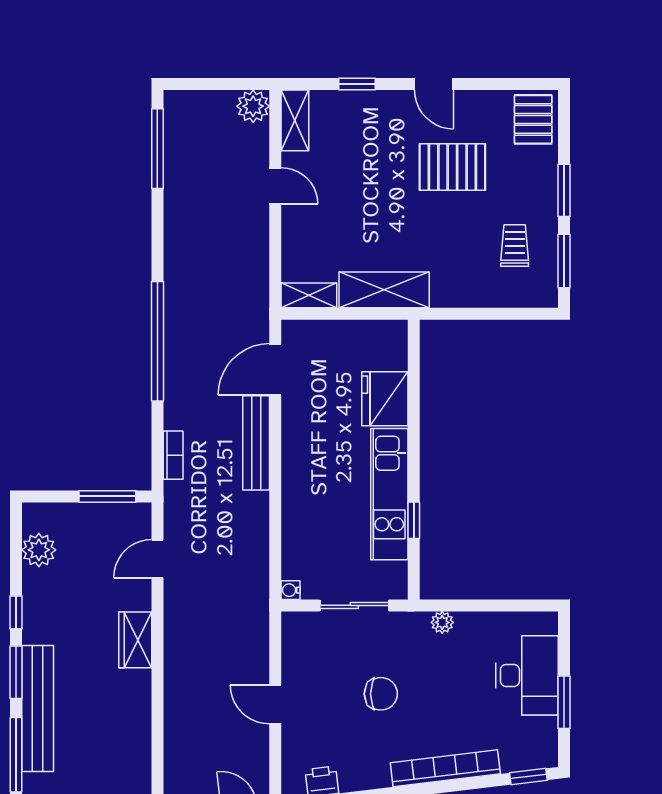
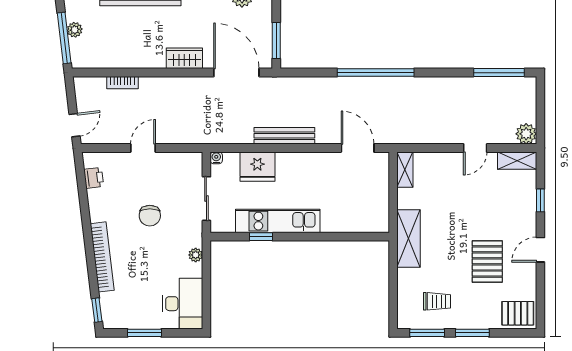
shelving: (384, 290) -> (409, 238), moved
fridge: (385, 399) -> (257, 167), moved, turned 180
bench: (256, 443) -> (284, 136), moved
bookcase: (173, 455) -> (122, 83), moved
door: (157, 559) -> (236, 73), width x1.88
desk: (527, 675) -> (183, 304), moved, turned -90

